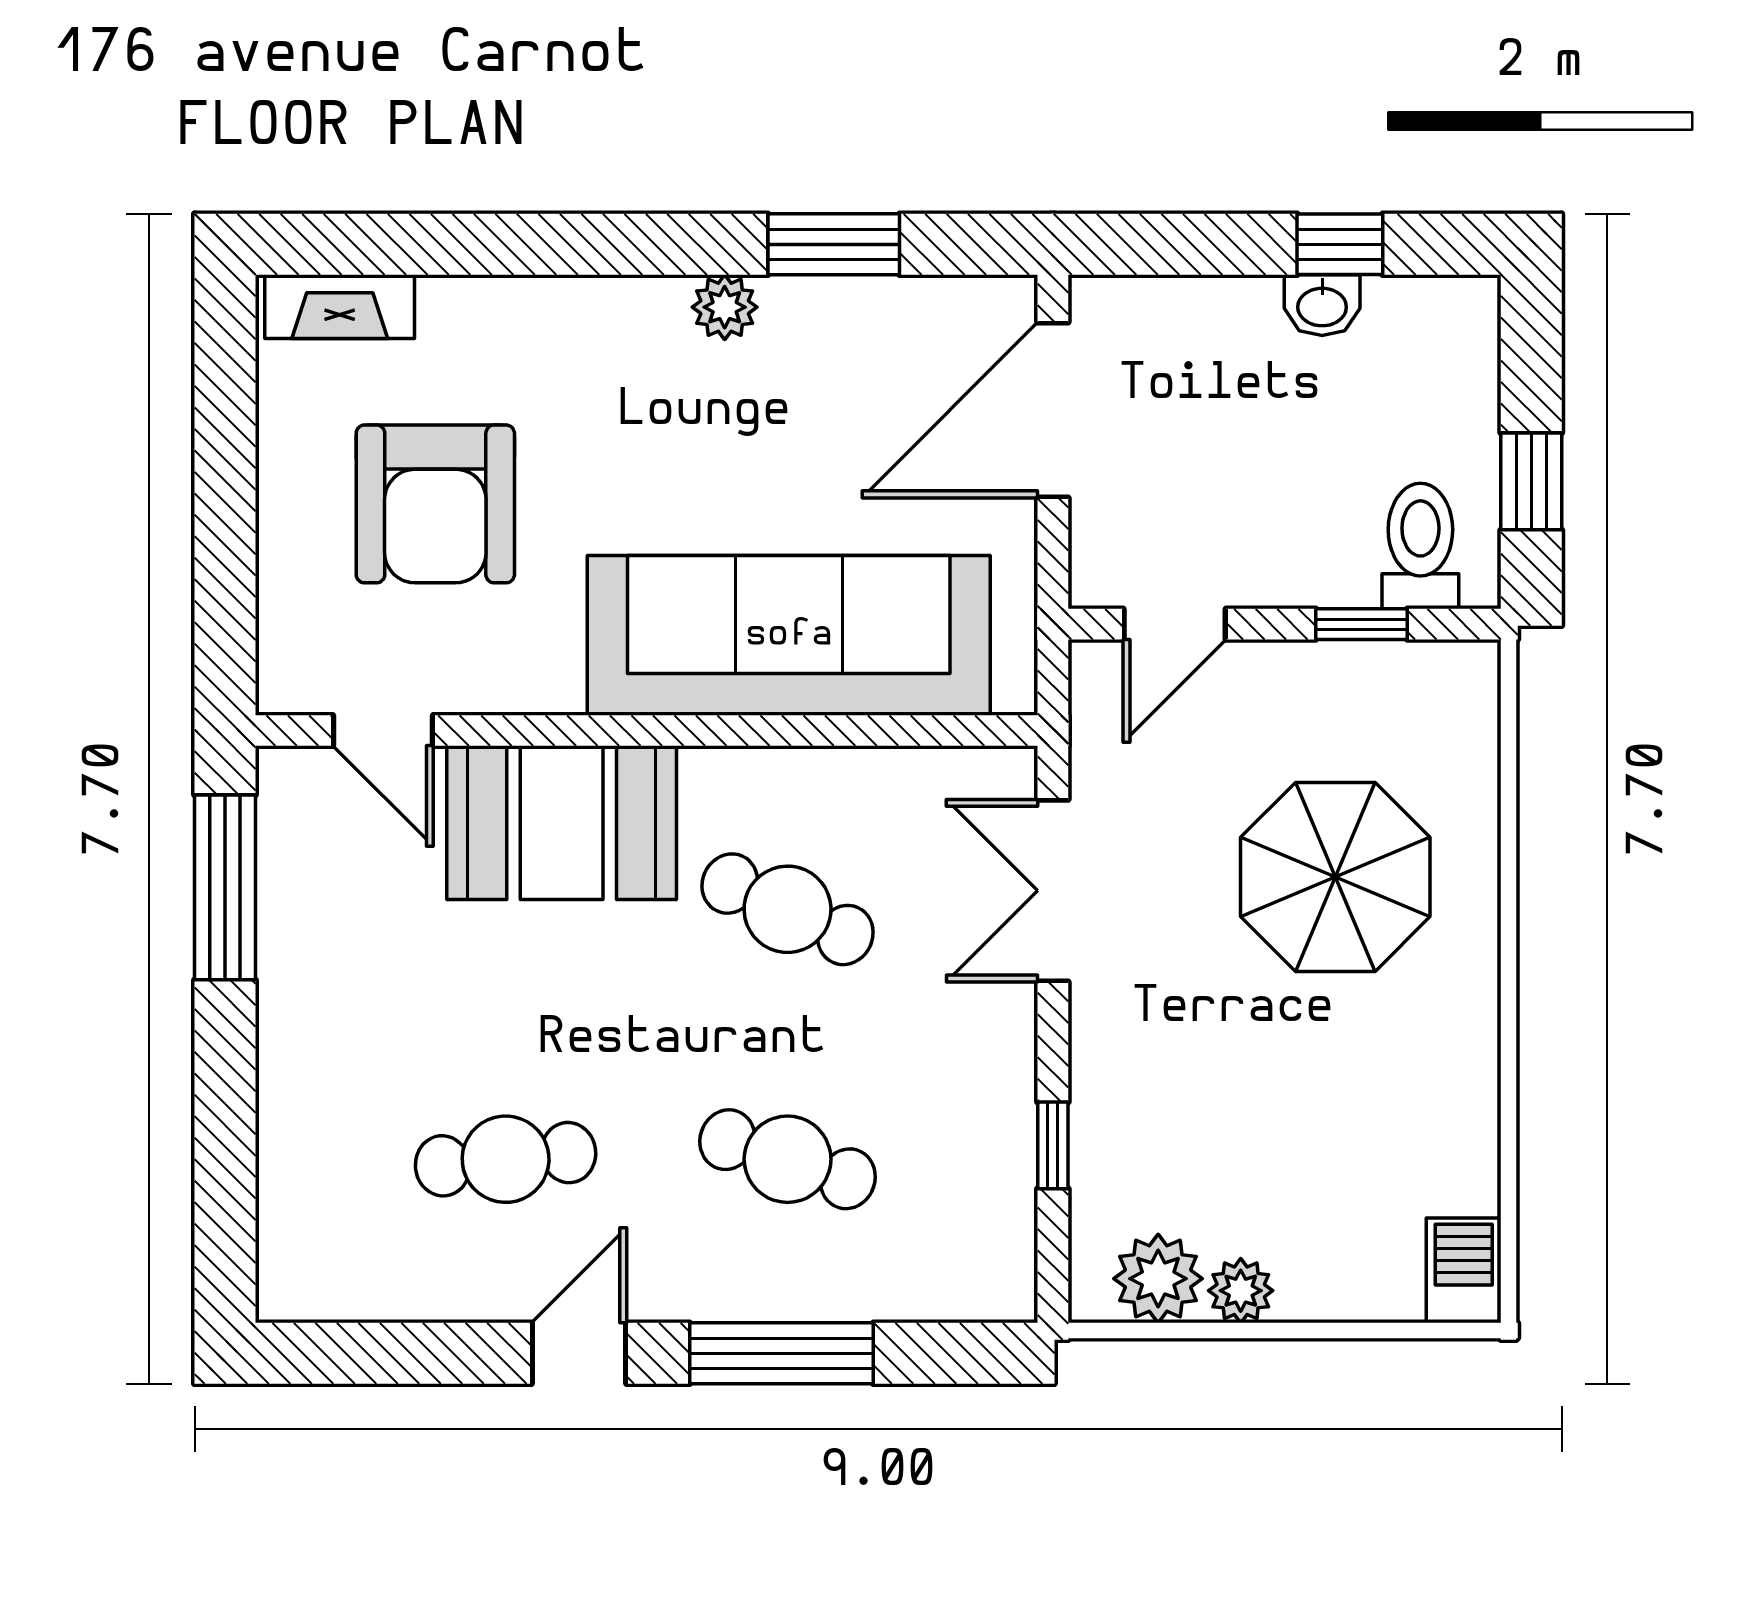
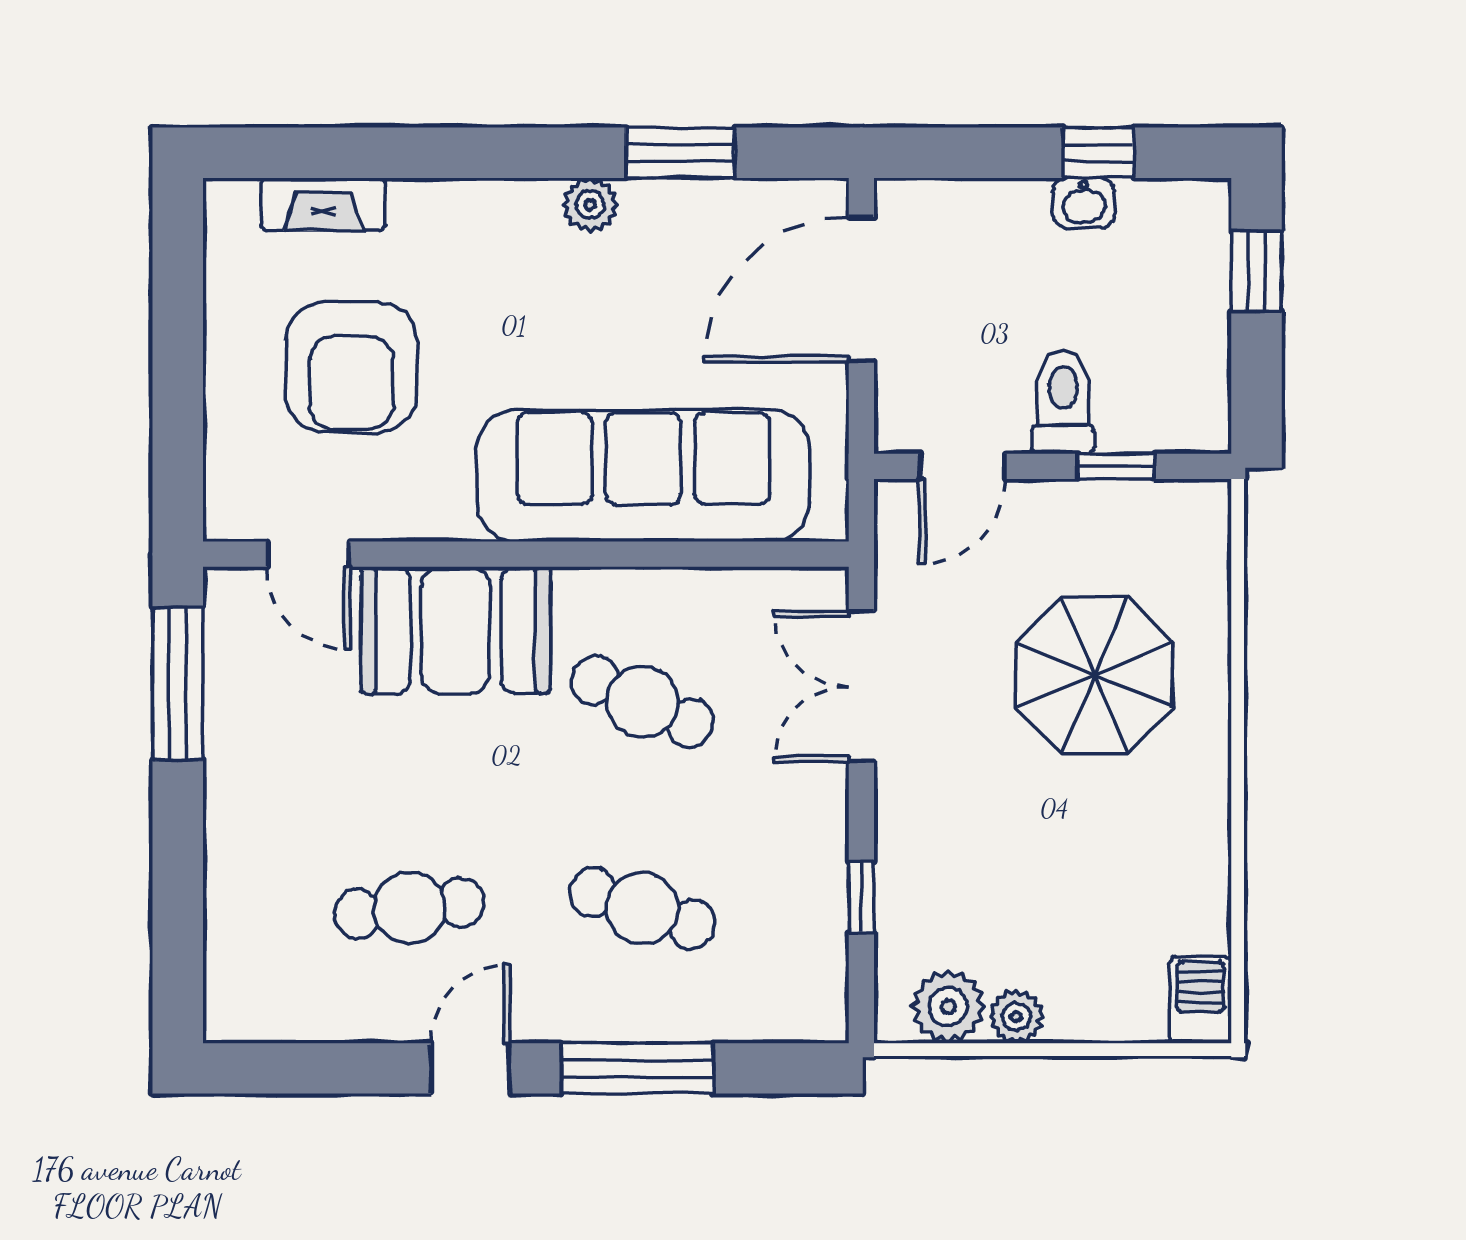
fireplace: (340, 307) -> (323, 204), moved
window: (1531, 481) -> (1256, 271), moved
toilet: (1420, 546) -> (1063, 402), moved

